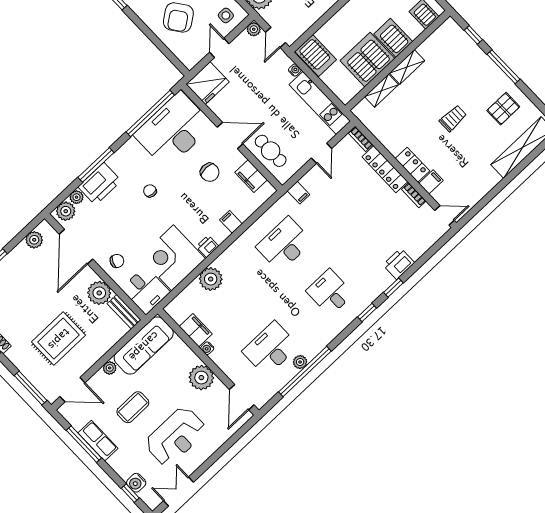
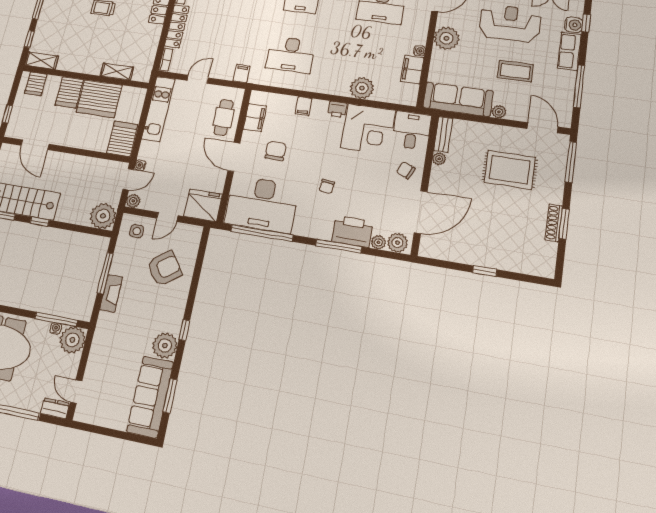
shelving: (407, 67) -> (41, 61), moved
water cooler: (295, 70) -> (140, 165), moved
plant: (34, 240) -> (443, 251), removed
plant: (99, 293) -> (439, 159), width x0.53, depth x0.53
row of seats: (98, 441) -> (569, 51), moved

